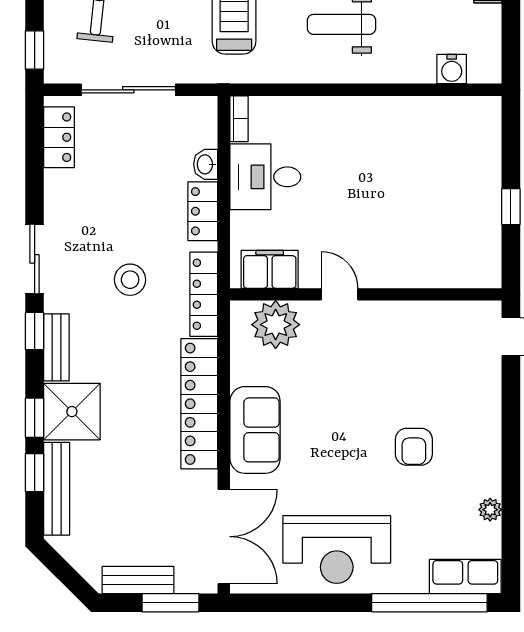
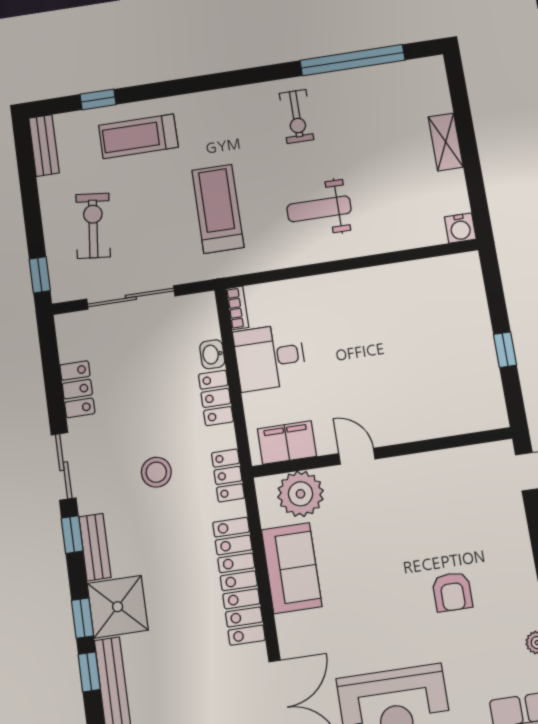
water cooler: (452, 69) -> (460, 228), moved
locker: (59, 137) -> (77, 389), moved
locker: (204, 294) -> (228, 475), width x0.66
sofa: (255, 430) -> (292, 568), moved

